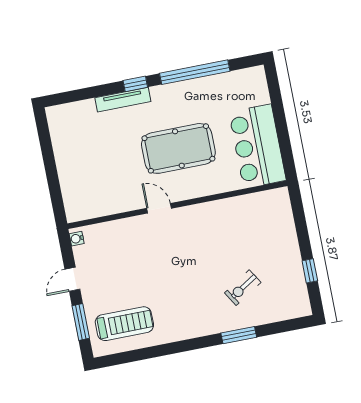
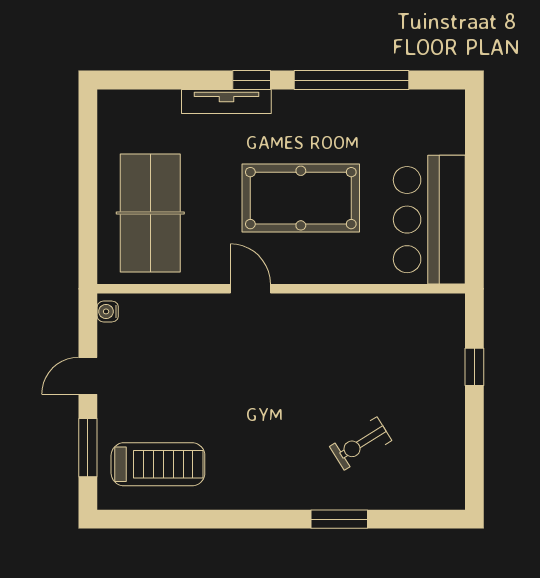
table tennis table: (90, 175) -> (150, 213), added
window: (310, 271) -> (474, 367), moved

